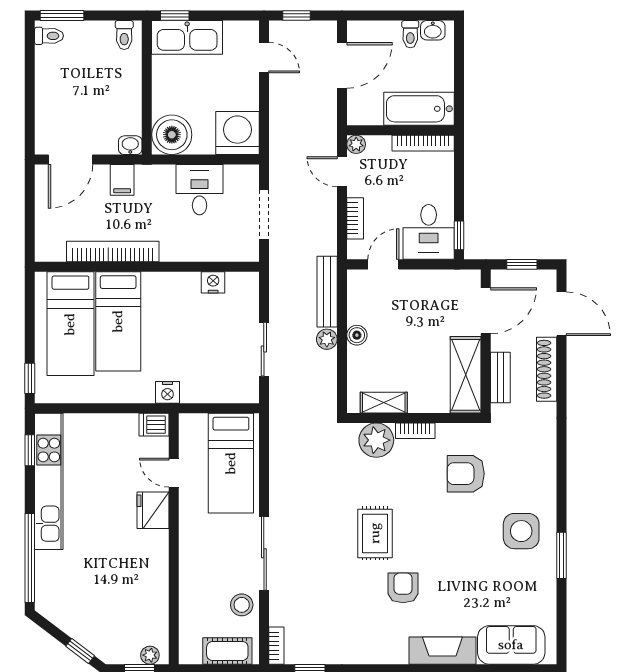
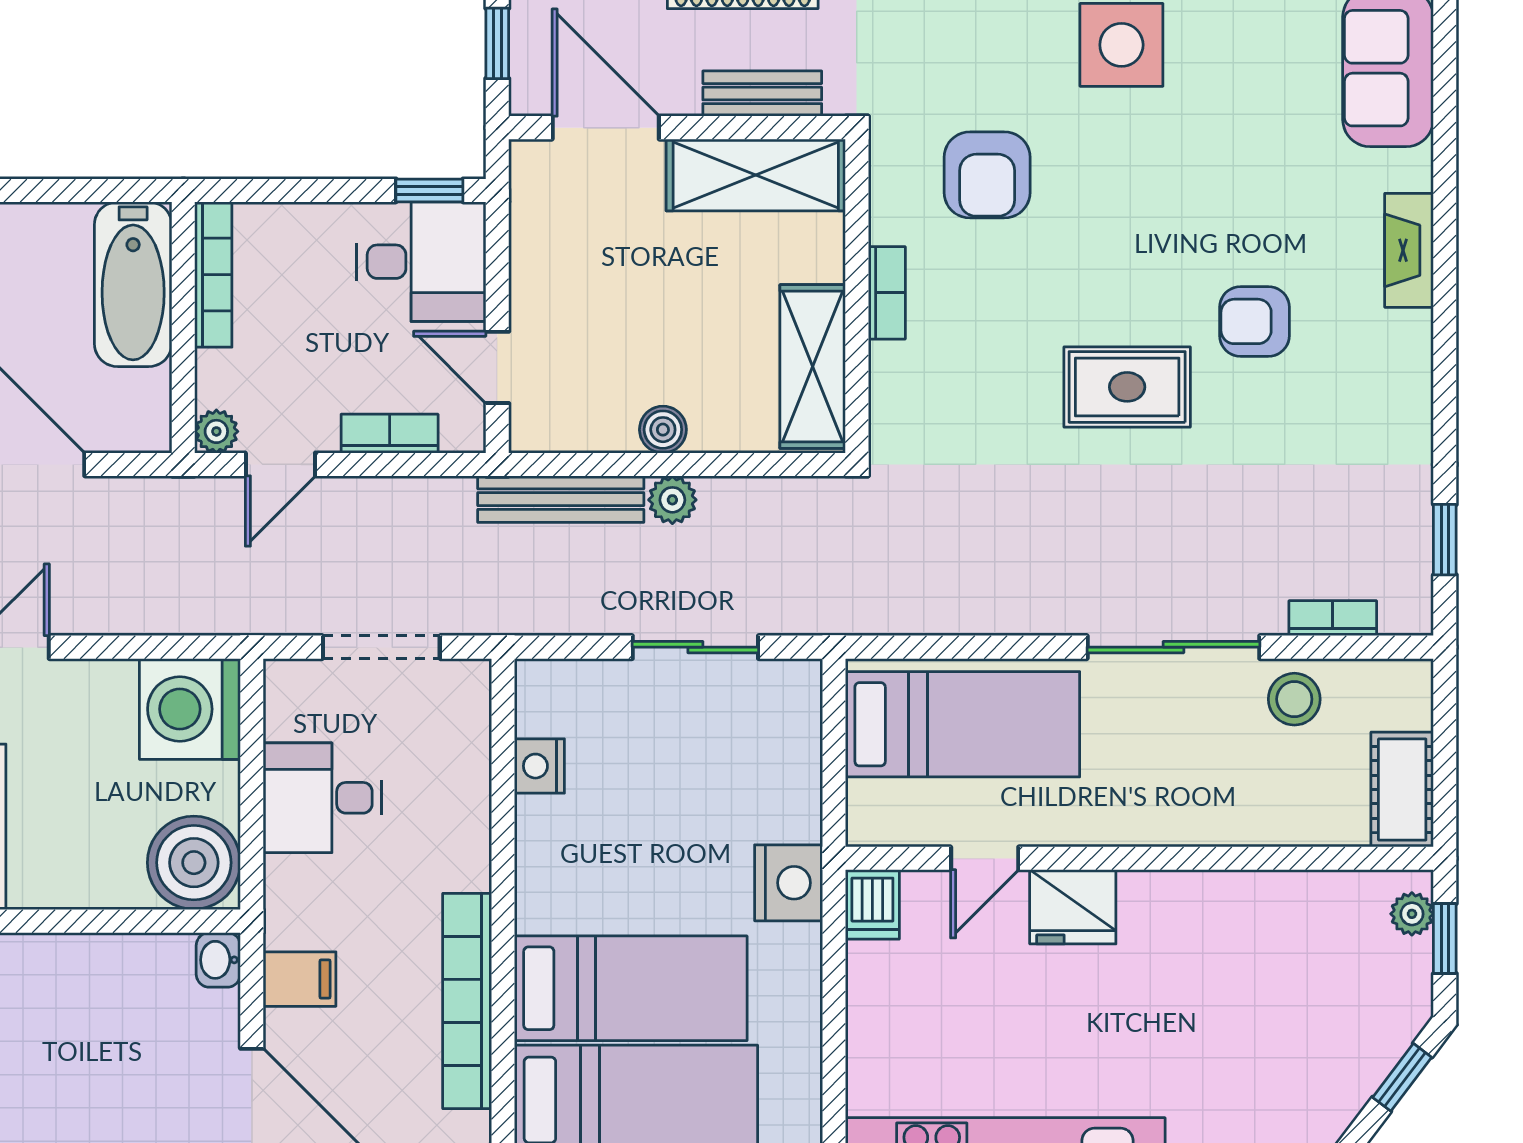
nightstand: (168, 392) -> (789, 883), width x1.36, depth x1.33
shelving: (384, 403) -> (813, 367), width x1.50, depth x1.33
plant: (376, 440) -> (909, 384), removed
bookcase: (276, 646) -> (1333, 618), moved
cot: (227, 651) -> (1402, 789), moved
fireplace: (442, 651) -> (1409, 250), width x0.73, depth x0.76

